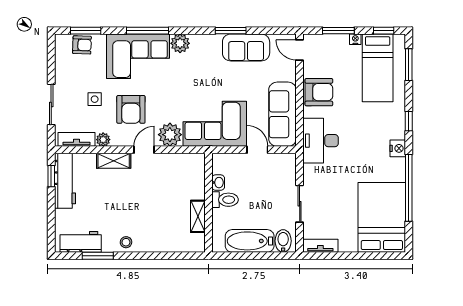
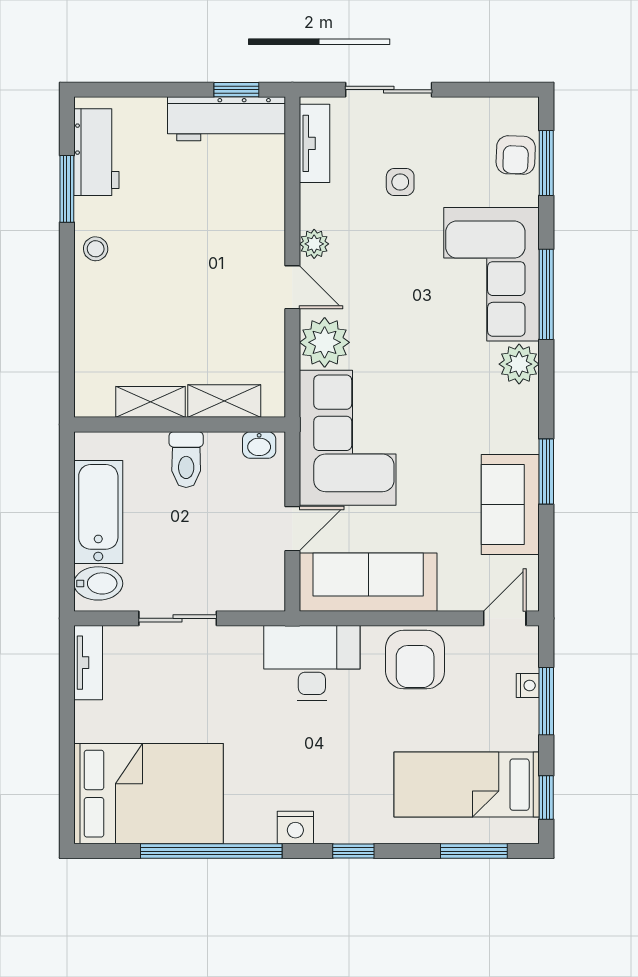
nightstand: (355, 39) -> (528, 686), moved
armchair: (131, 109) -> (378, 259), removed
plant: (103, 140) -> (314, 244), moved
shelving: (114, 161) -> (224, 401), moved, turned 90
washbasin: (218, 183) -> (259, 445), moved

